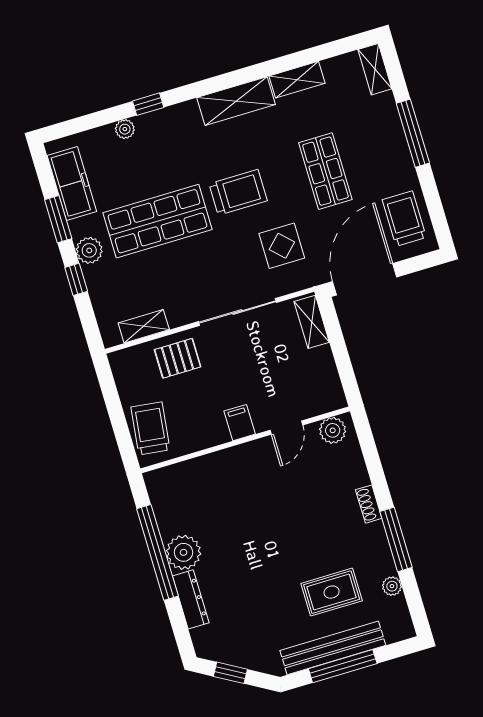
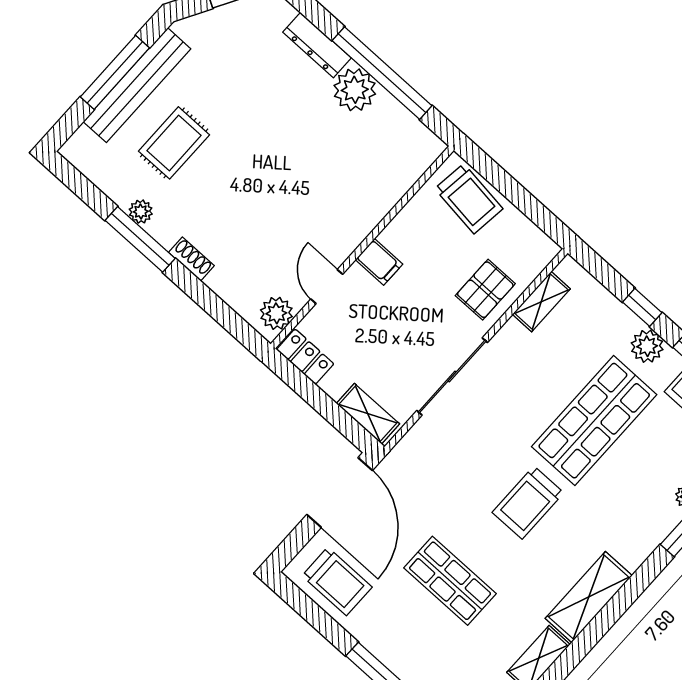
display table: (282, 246) -> (448, 474), removed
locker: (331, 388) -> (305, 357), added
plant: (392, 586) -> (141, 212), moved

